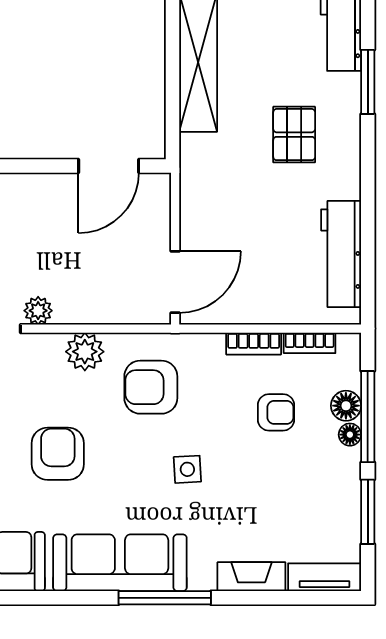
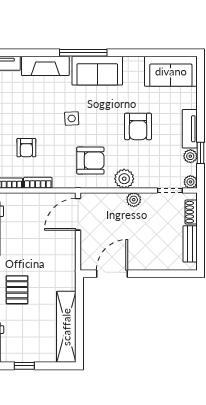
plant: (38, 311) -> (134, 200), moved
armchair: (276, 412) -> (26, 148), turned -90
sofa: (120, 563) -> (97, 71), width x0.73
fireplace: (251, 577) -> (45, 66), width x1.37, depth x1.32

